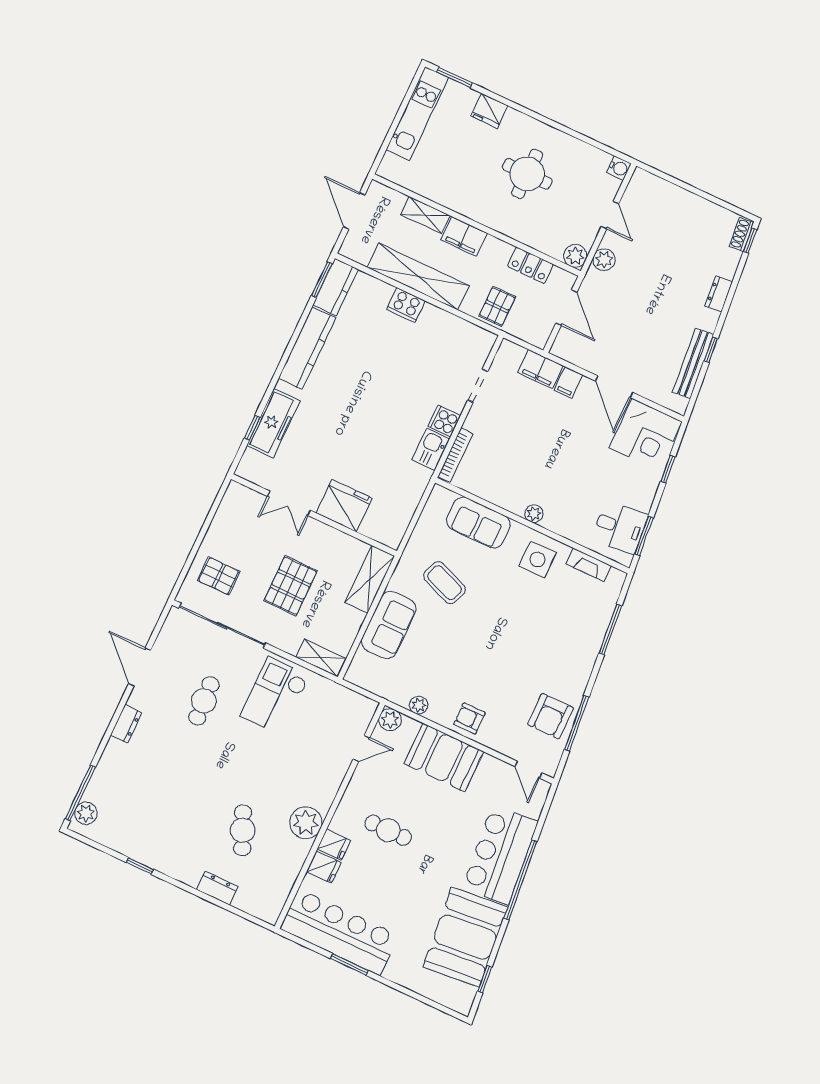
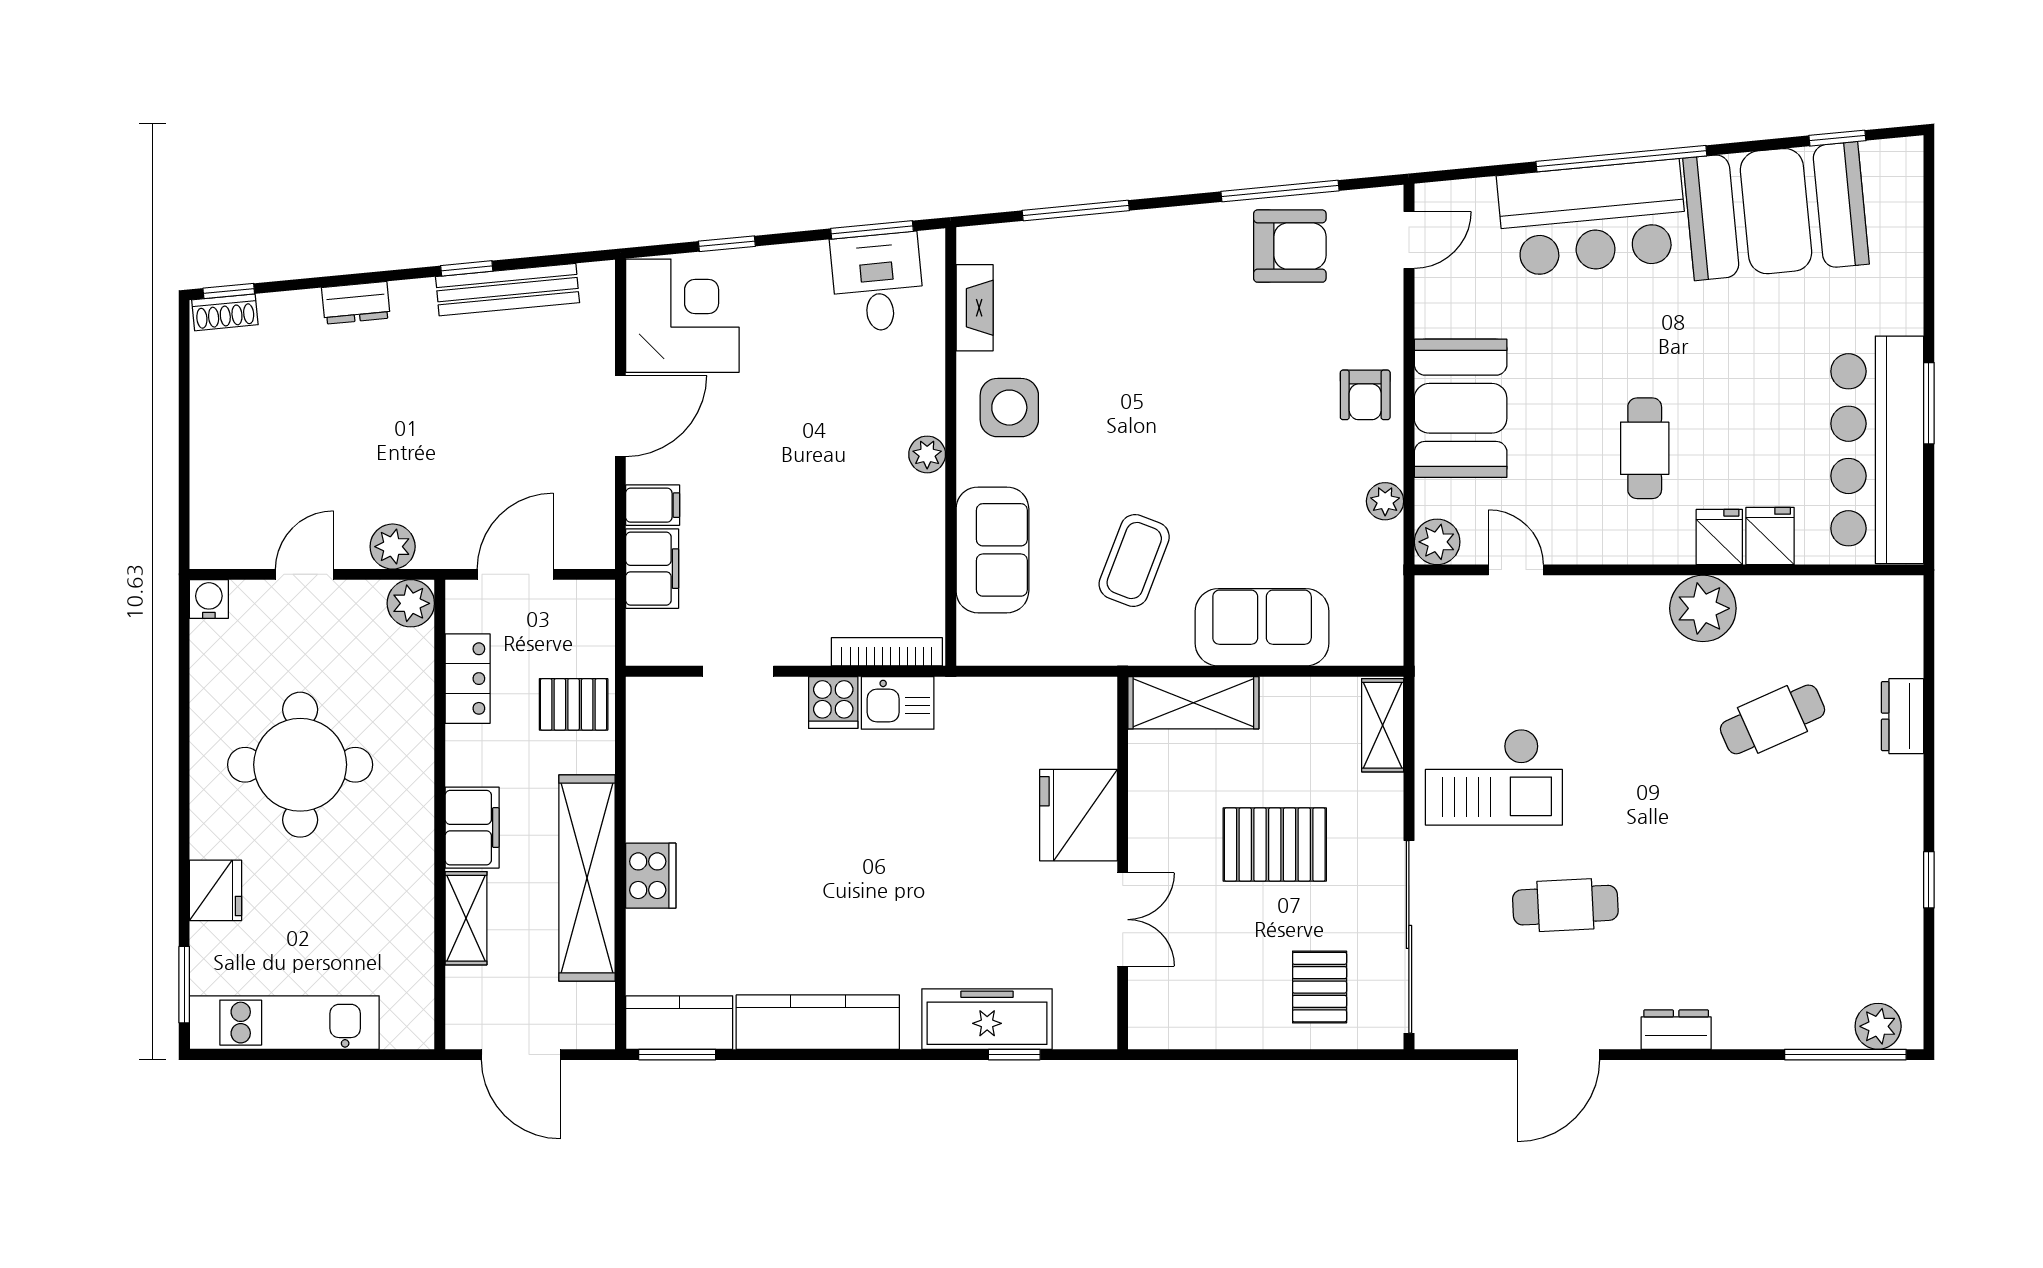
round table: (527, 174) -> (300, 765), width x1.36, depth x1.36
door: (354, 211) -> (521, 1055), hinge flipped

